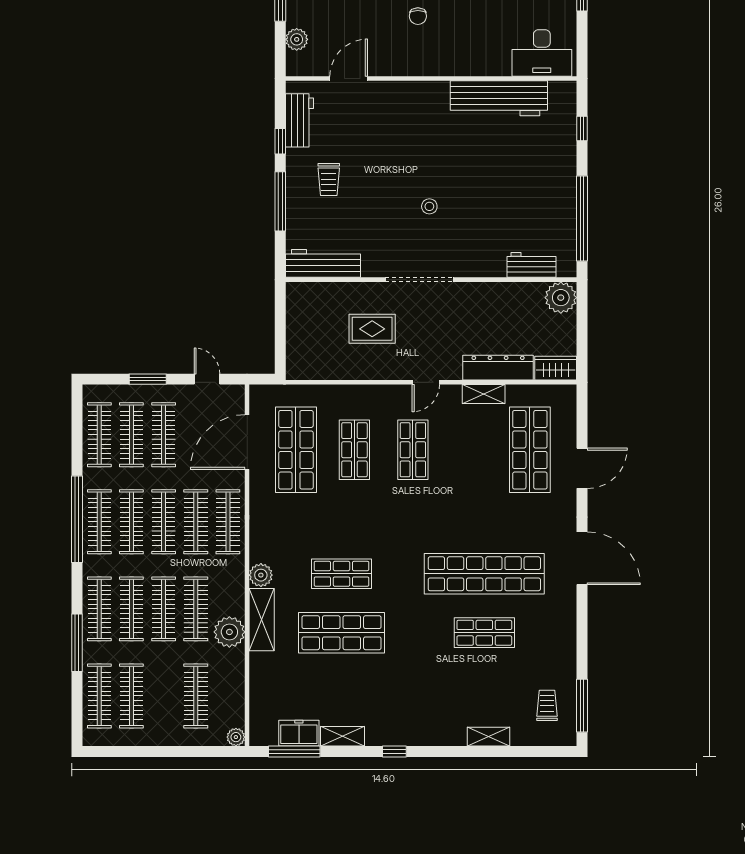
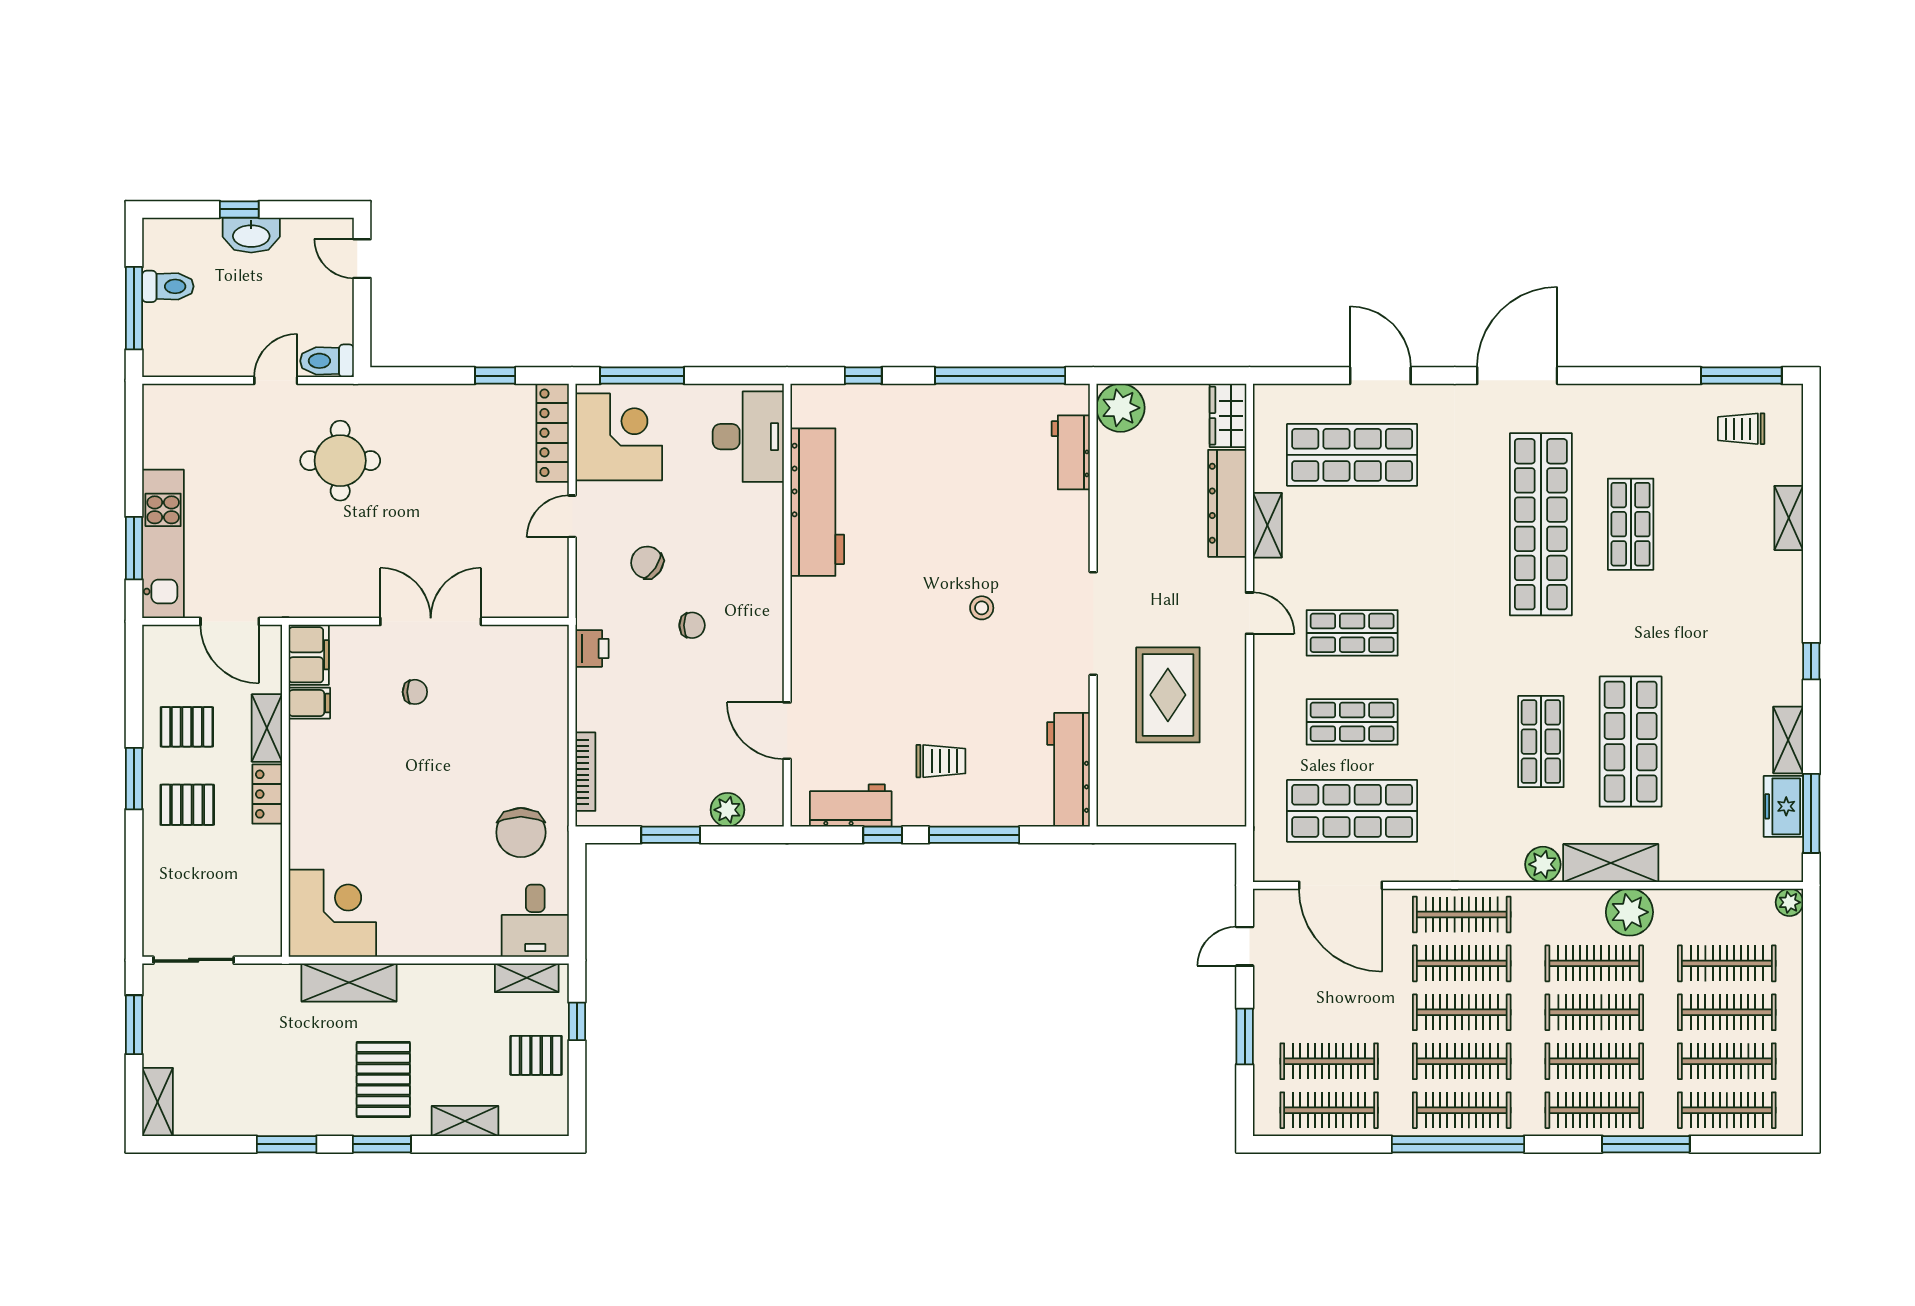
rug: (372, 329) -> (1168, 695), width x1.36, depth x1.43
clothes rail: (164, 435) -> (1727, 1012), moved

